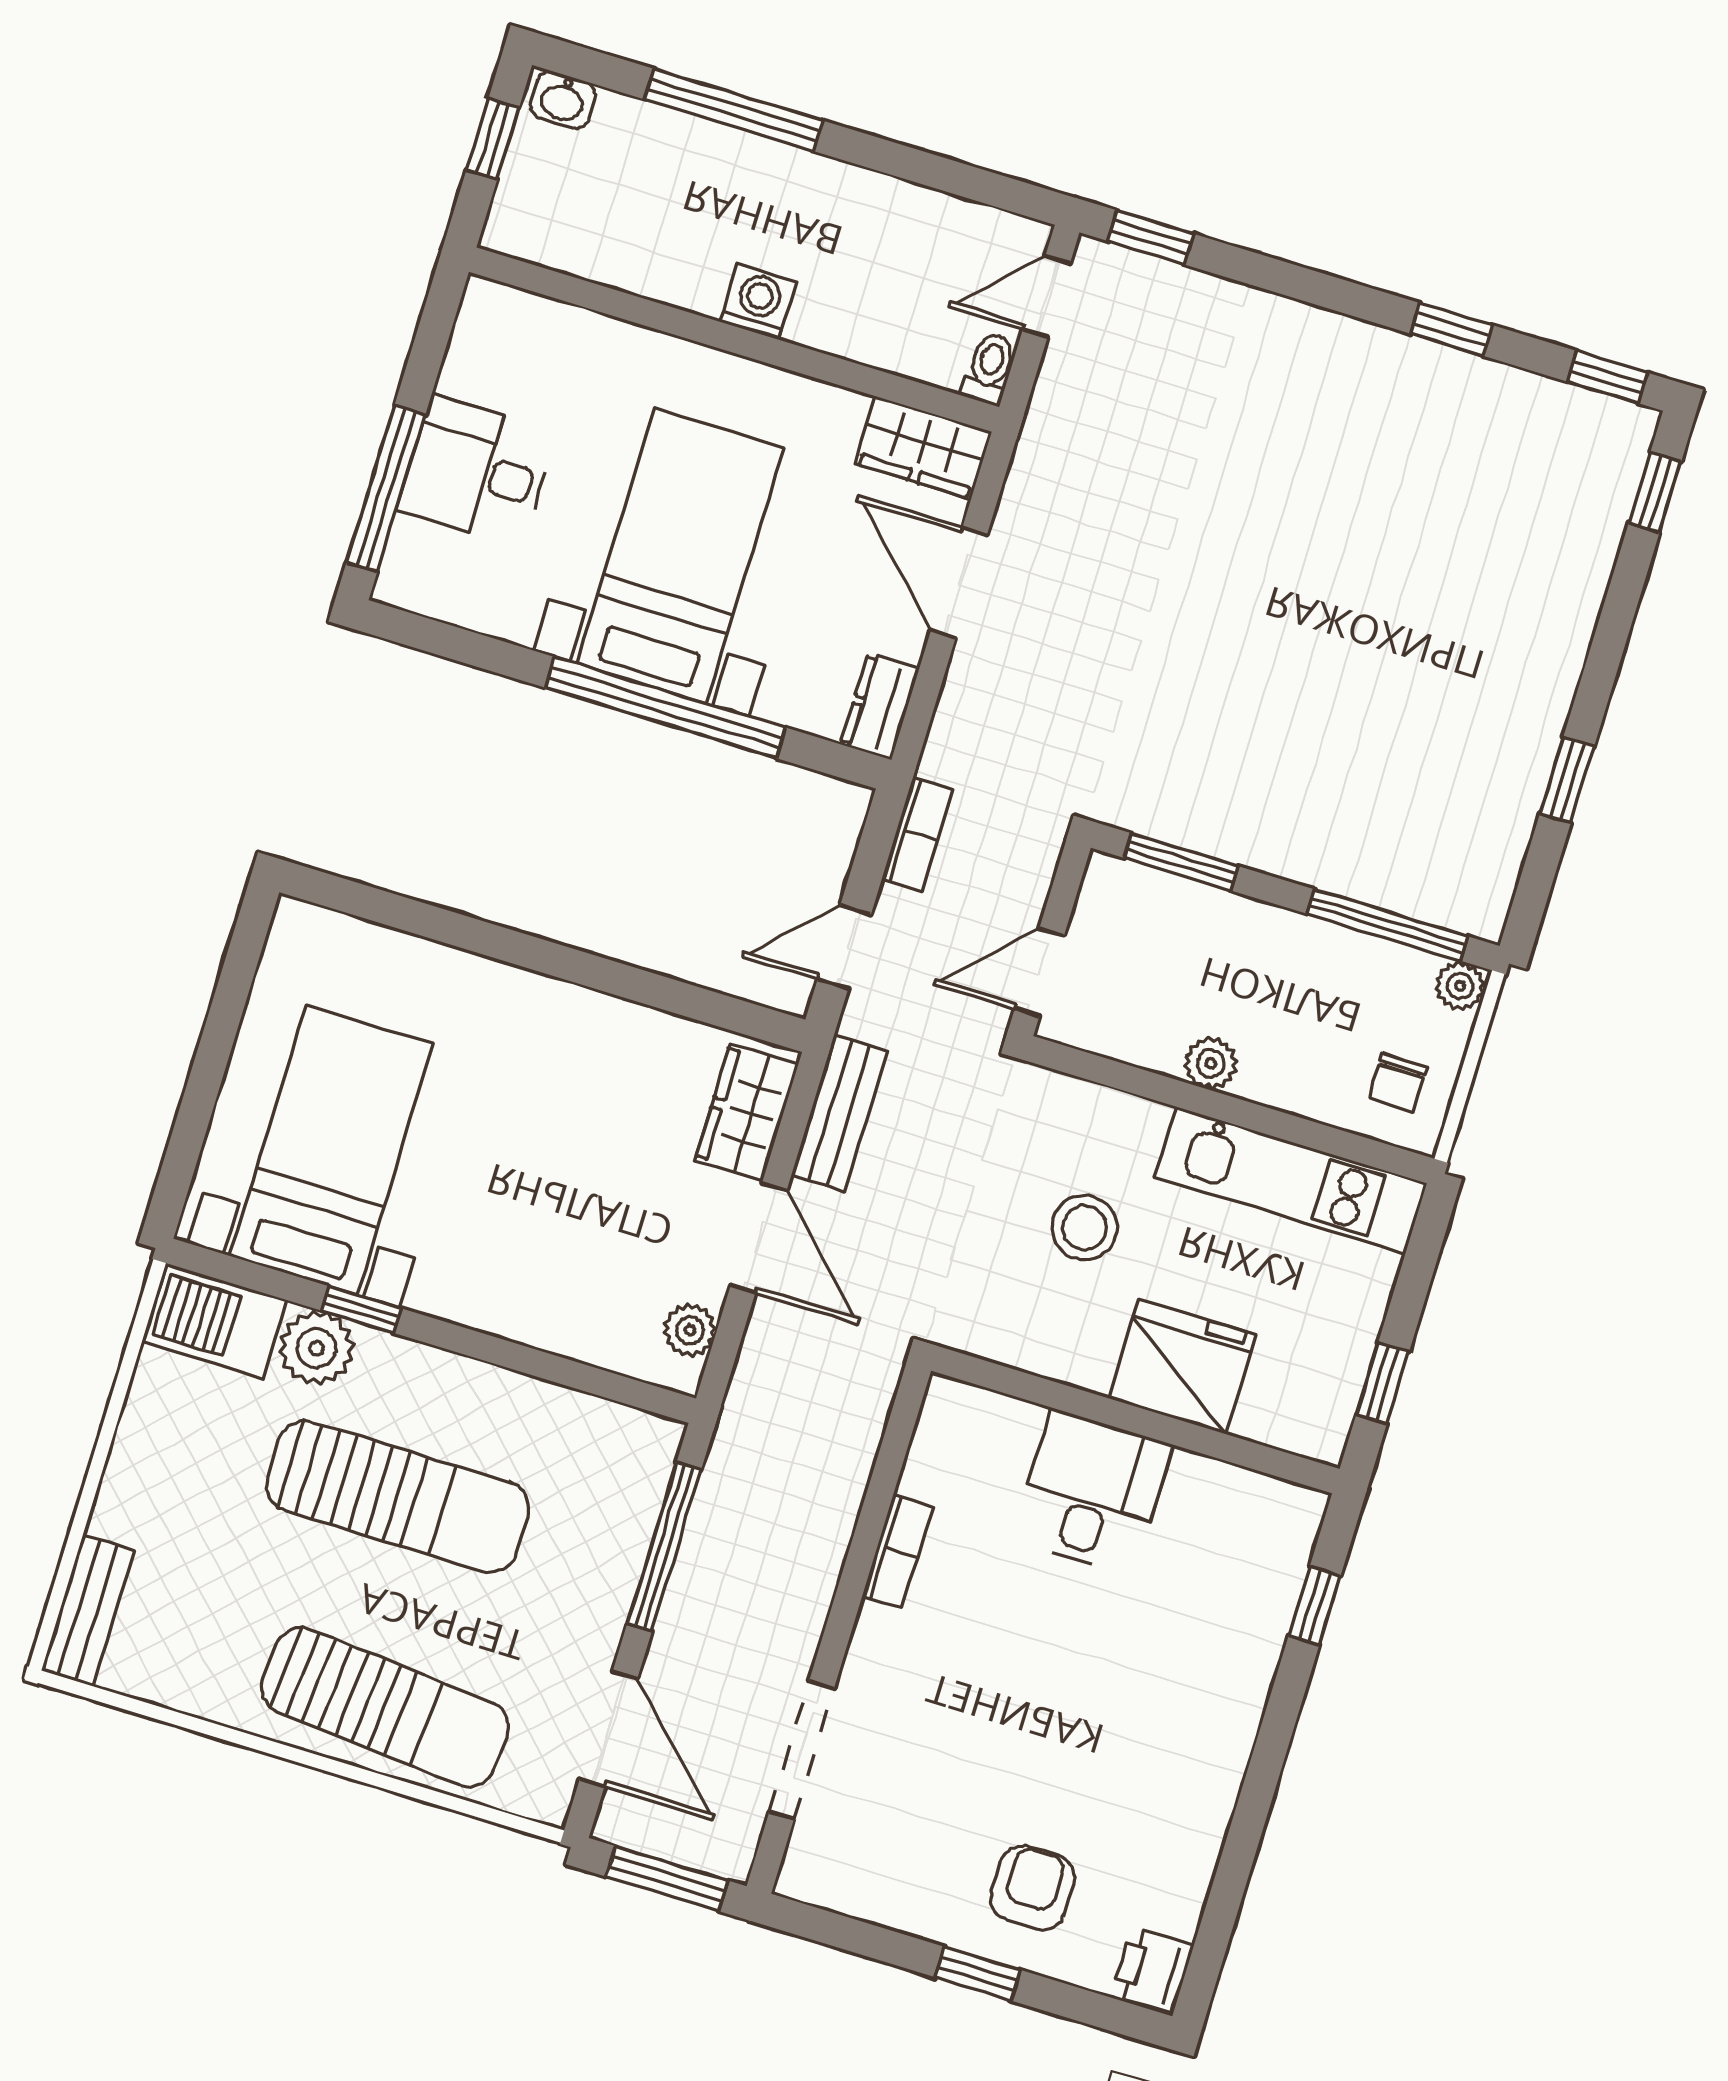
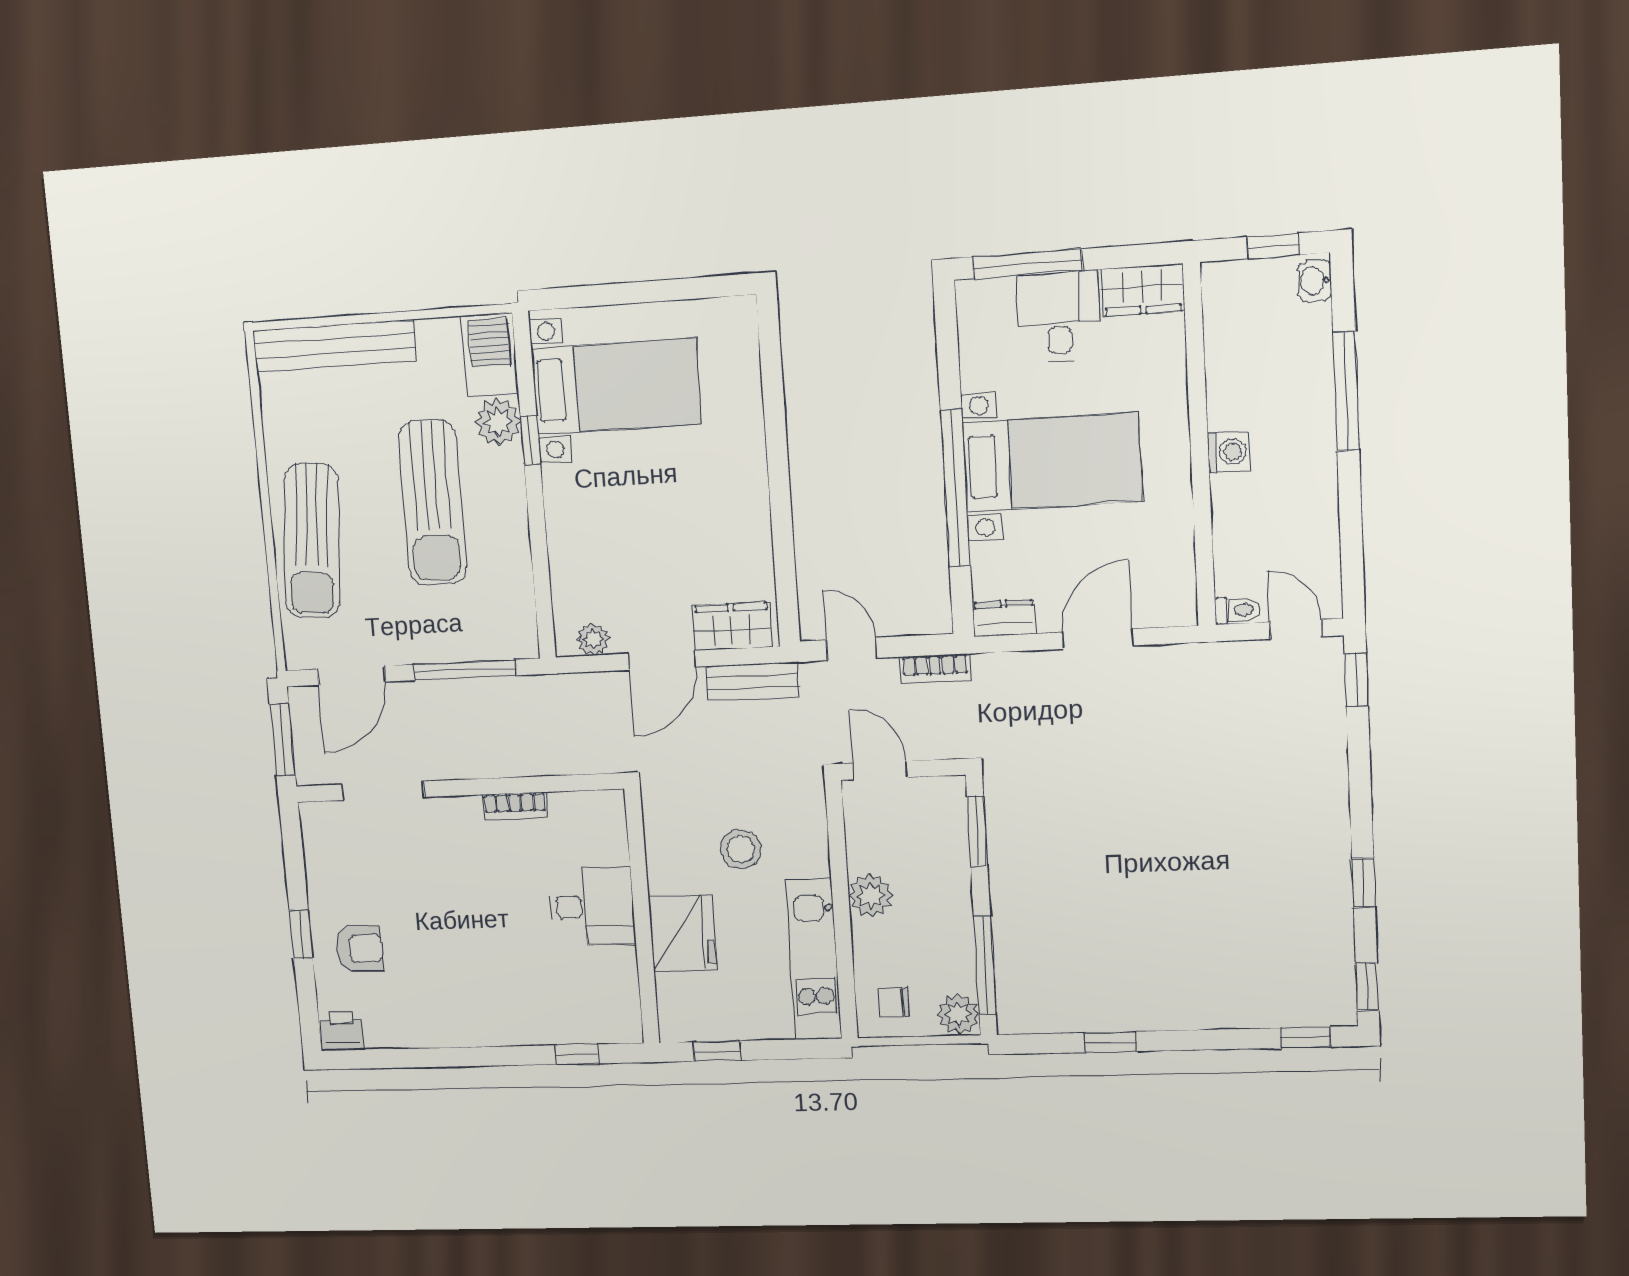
wardrobe: (923, 448) -> (1143, 290), moved, turned -90
plant: (1460, 986) -> (958, 1014), width x1.38, depth x1.38
plant: (1211, 1063) -> (871, 895), width x1.38, depth x1.38
bench: (88, 1611) -> (334, 346), width x1.86, depth x1.21

